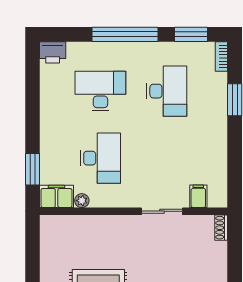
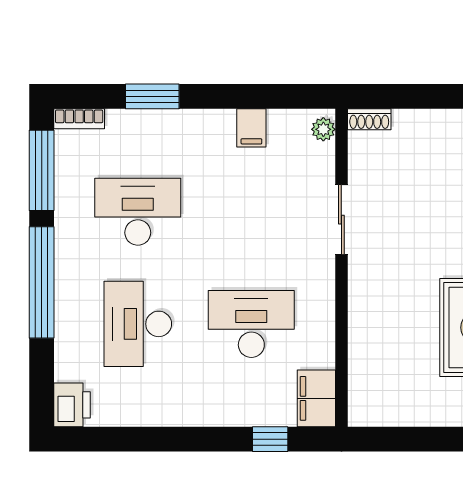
window: (191, 34) -> (42, 170), width x1.44
window: (32, 169) -> (270, 439), width x0.67
filing cabinet: (198, 196) -> (251, 128), moved, turned -90
plant: (82, 201) -> (323, 129), moved

